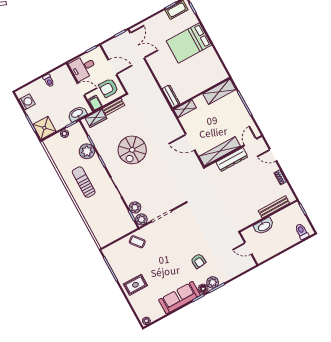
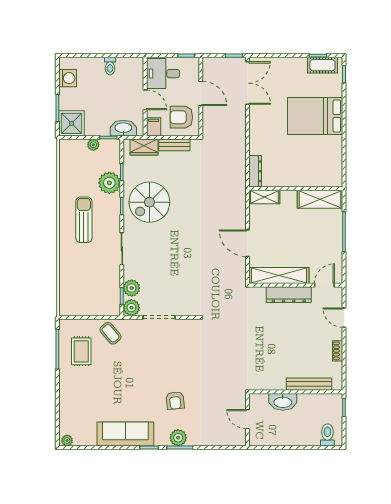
spiral stairs: (132, 150) -> (149, 202), moved
rug: (135, 285) -> (81, 351), moved, turned 90
floor lamp: (203, 289) -> (162, 439), removed

